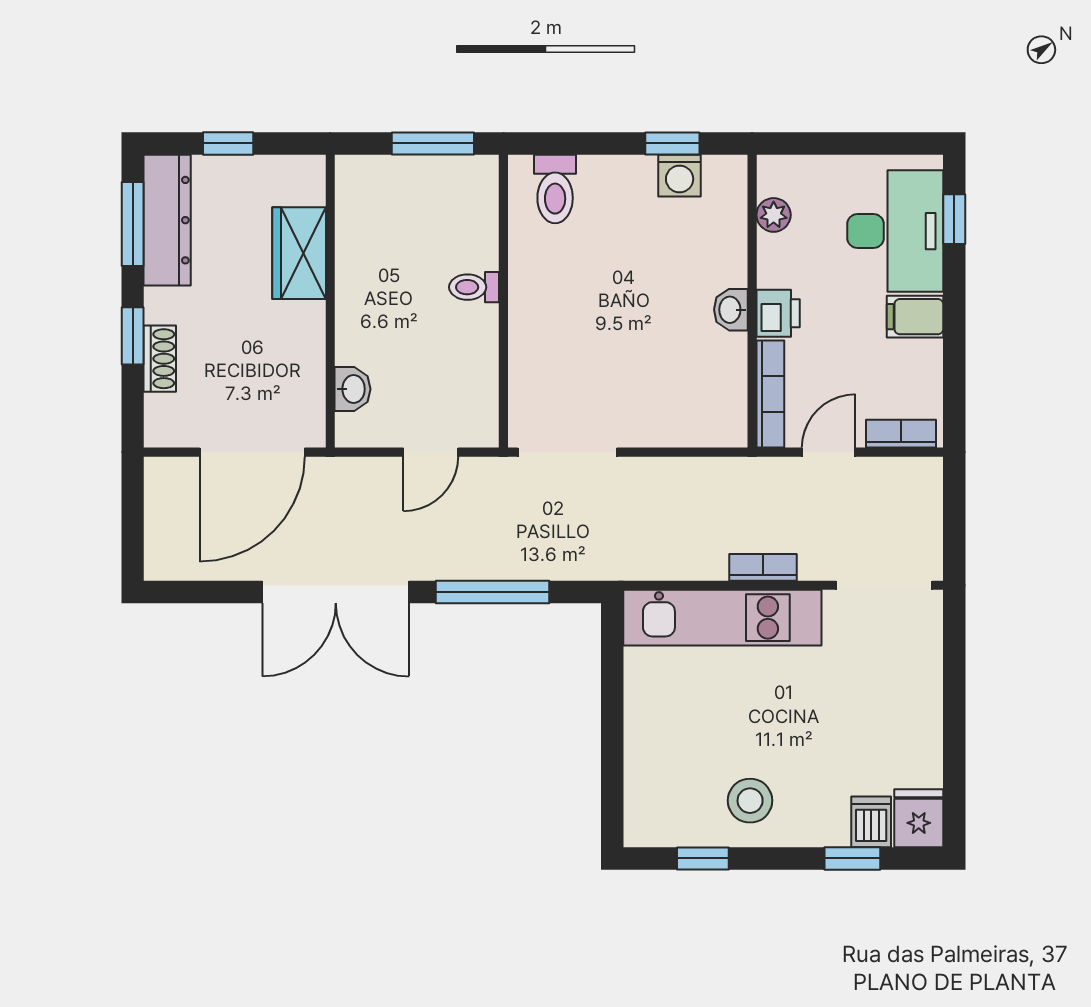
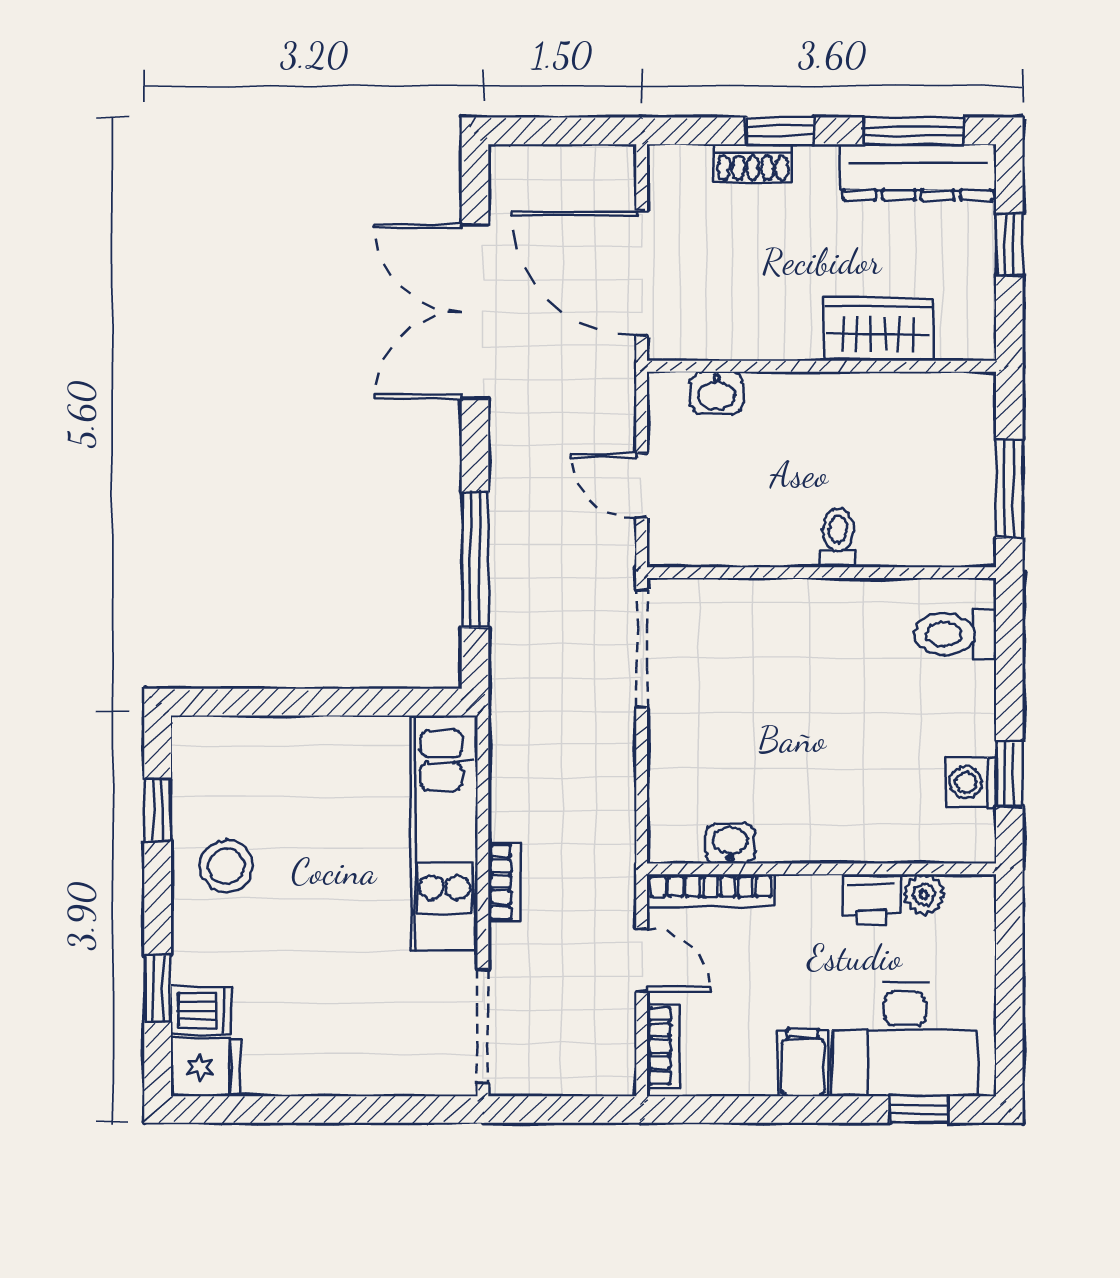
washbasin: (731, 310) -> (730, 843), moved
printer: (778, 313) -> (871, 900), moved
double door: (336, 592) -> (475, 311), moved

